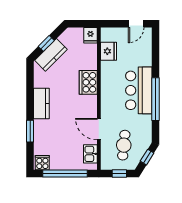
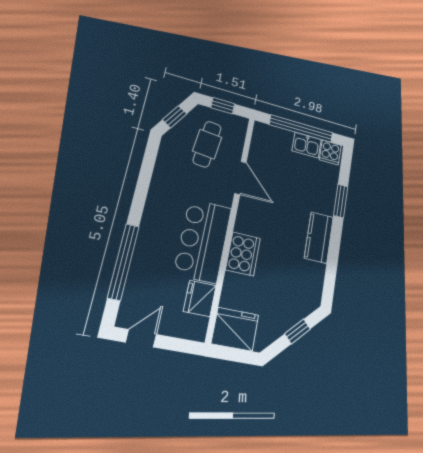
fridge: (90, 35) -> (235, 329), width x1.88, depth x1.34
kitchen counter: (51, 55) -> (293, 311), removed
bar counter: (139, 90) -> (203, 241), moved, turned 180
window: (156, 99) -> (123, 262), moved
kitchen sink: (90, 154) -> (307, 145), moved, turned 90

